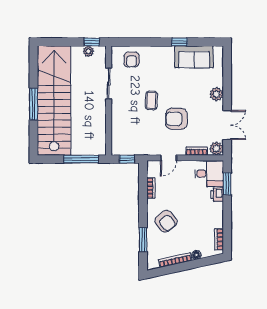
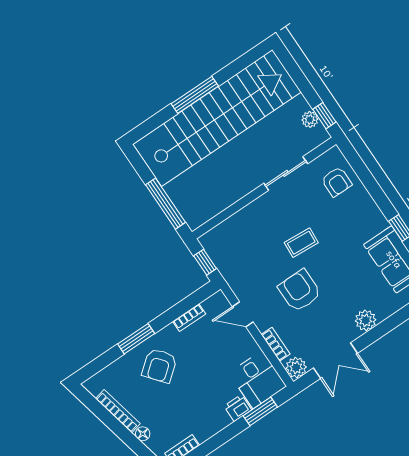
armchair: (132, 59) -> (337, 182), turned -90
window: (143, 240) -> (136, 339), moved

